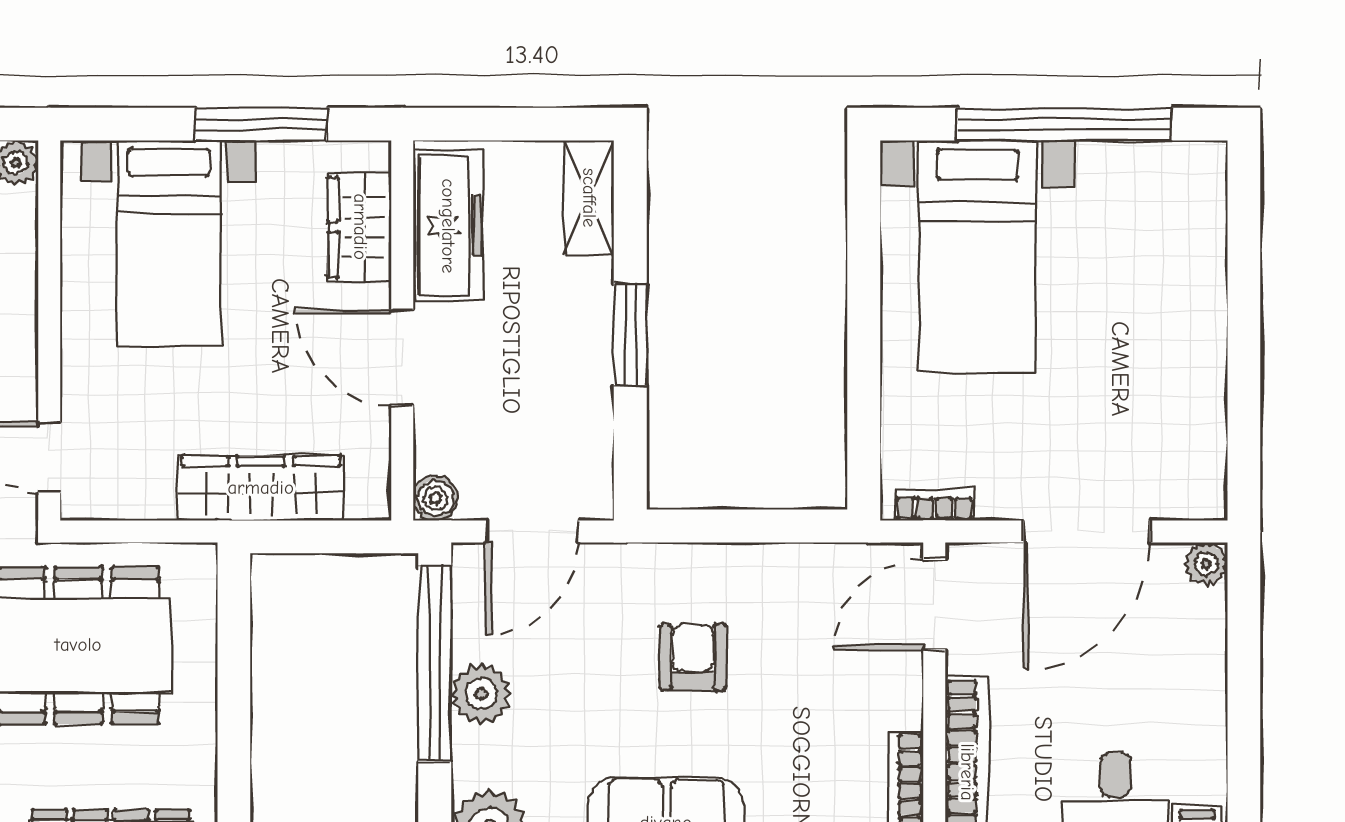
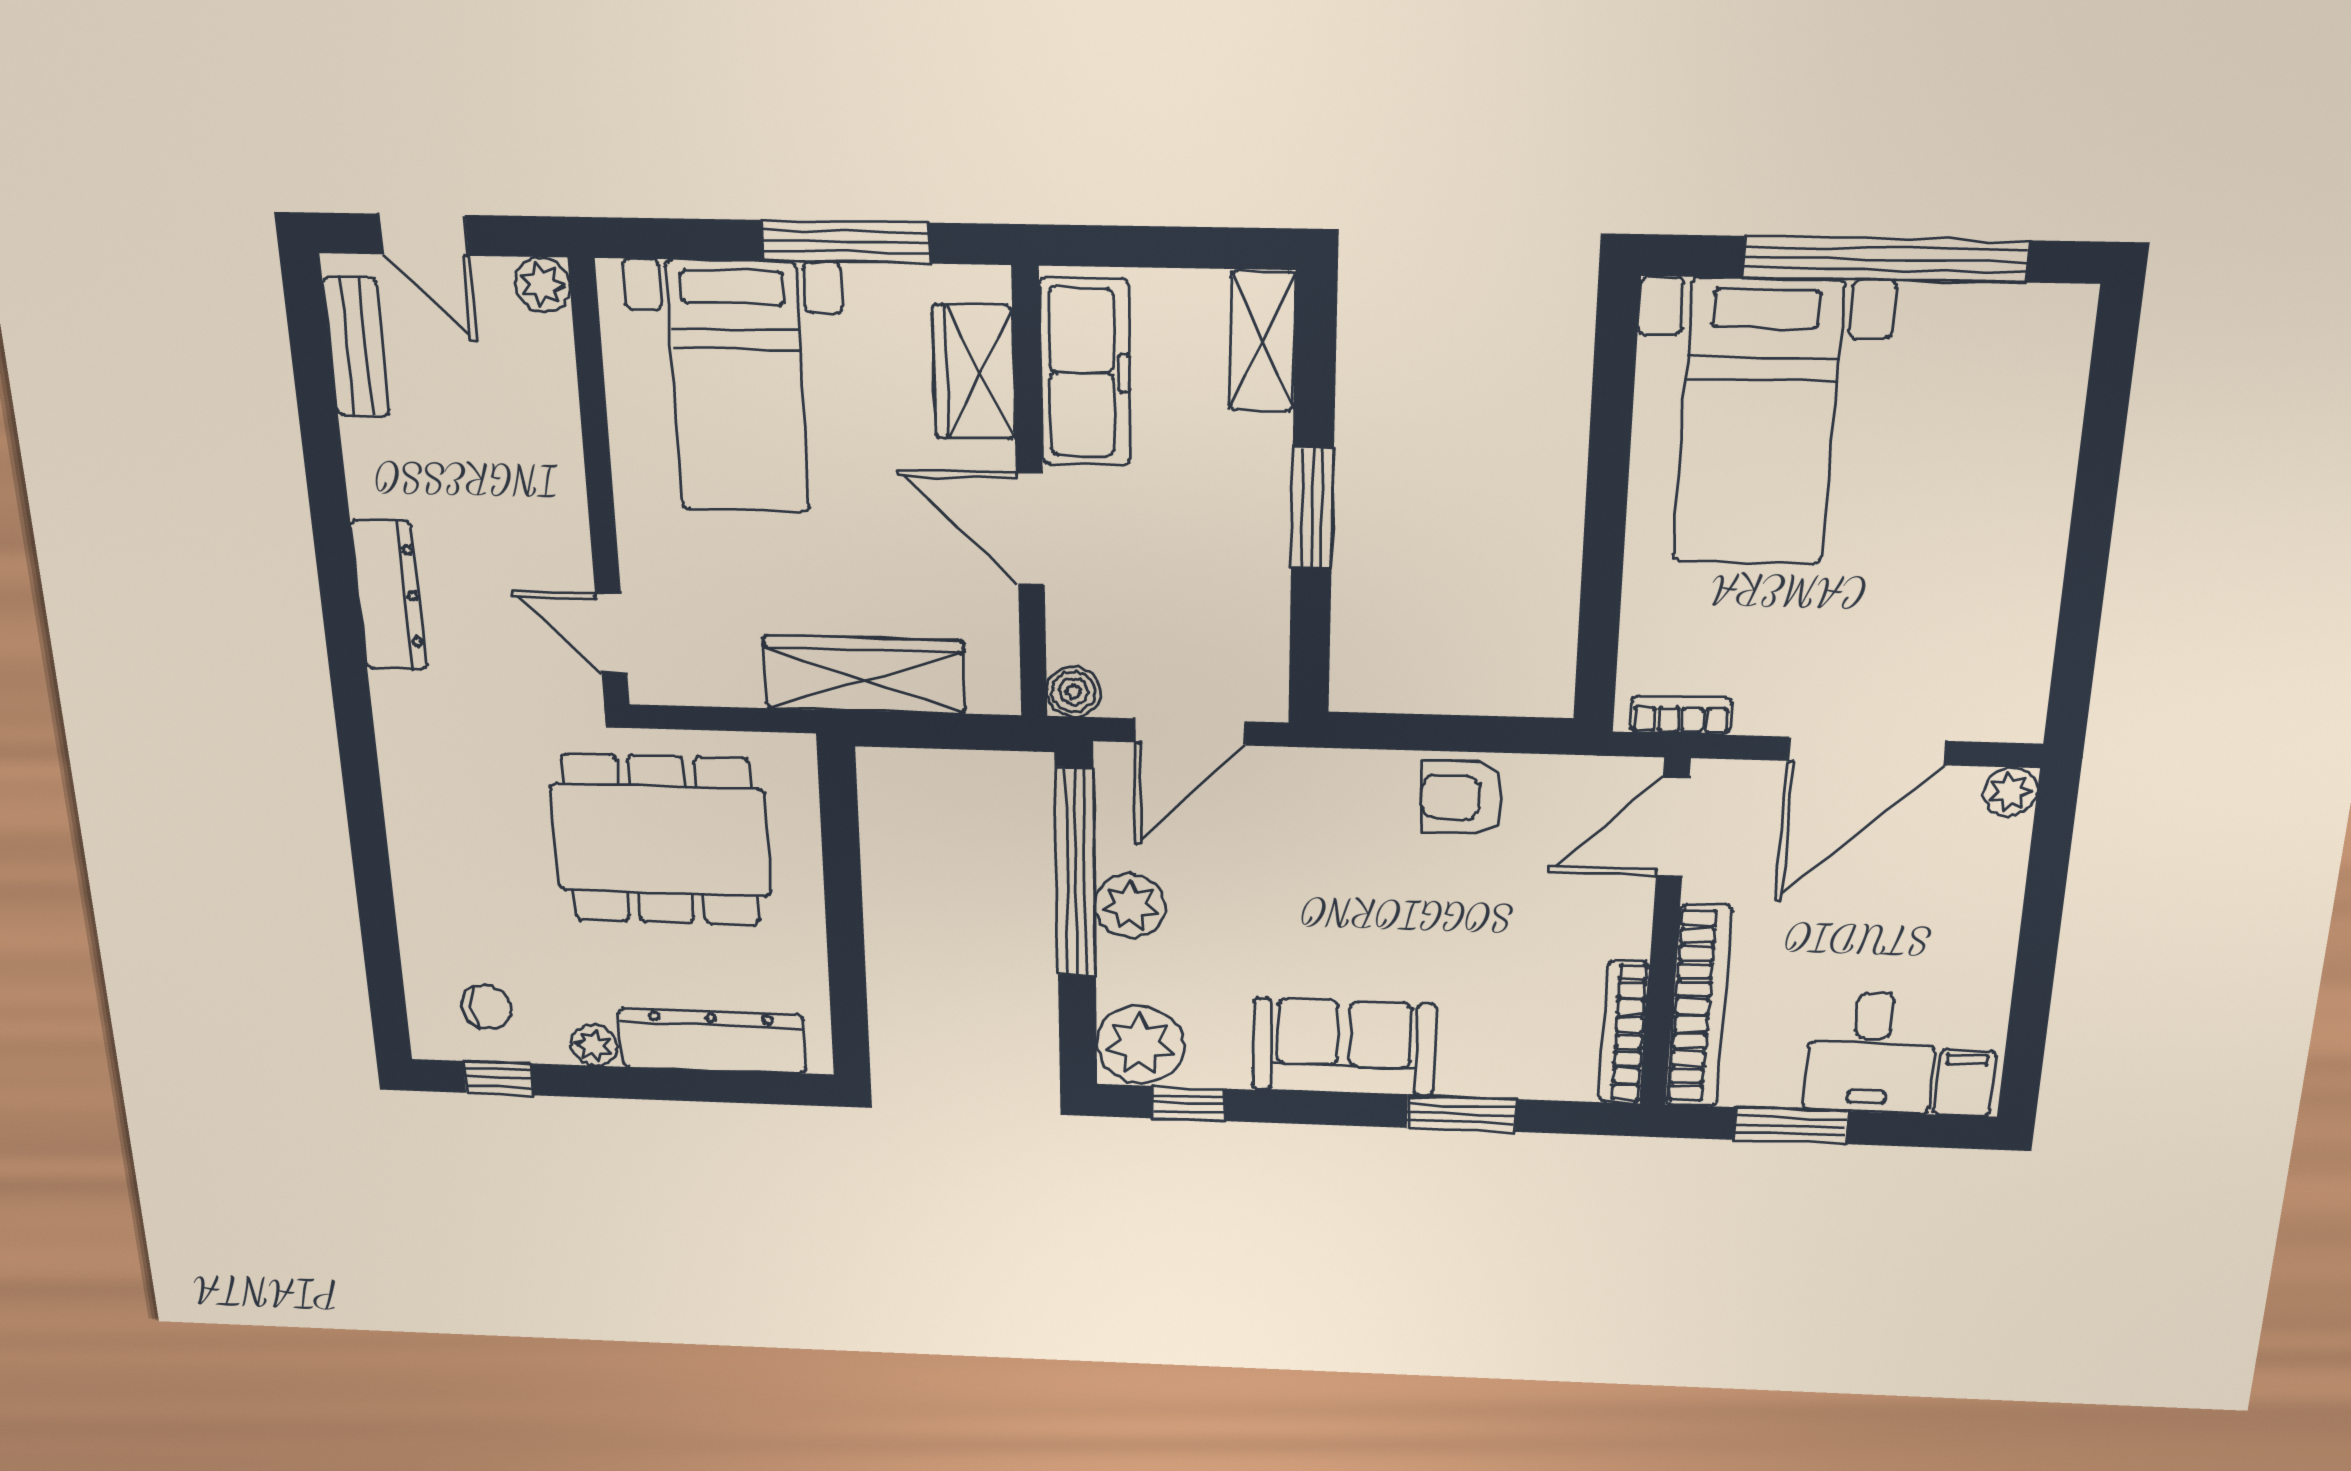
armchair: (693, 657) -> (1462, 797), moved, turned -90

